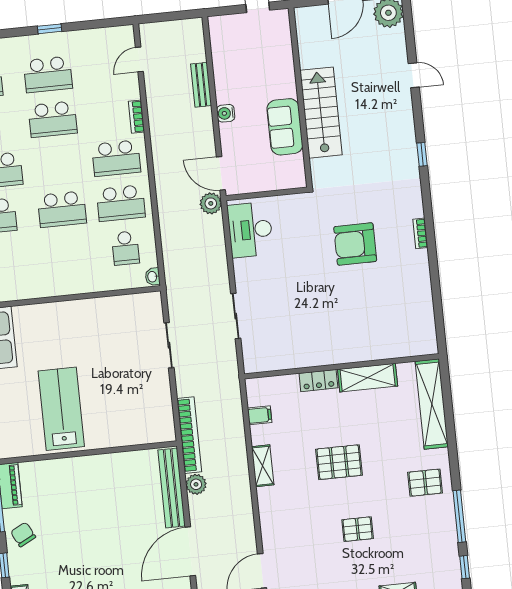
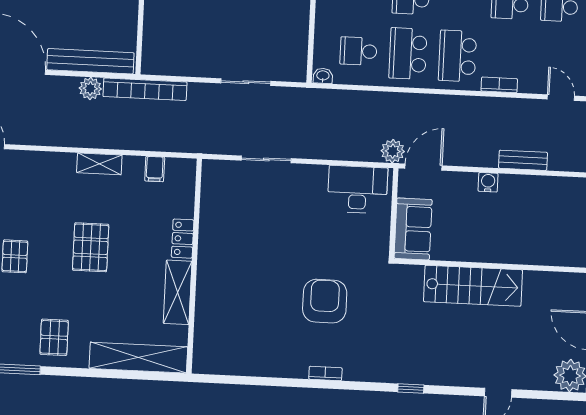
sofa: (285, 127) -> (413, 229), moved, turned 90

